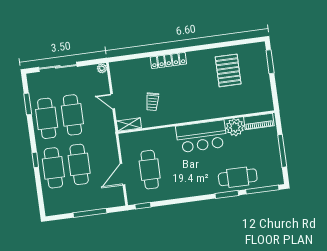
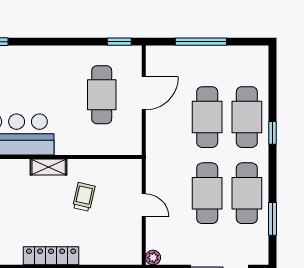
shelving: (129, 125) -> (49, 167), moved

